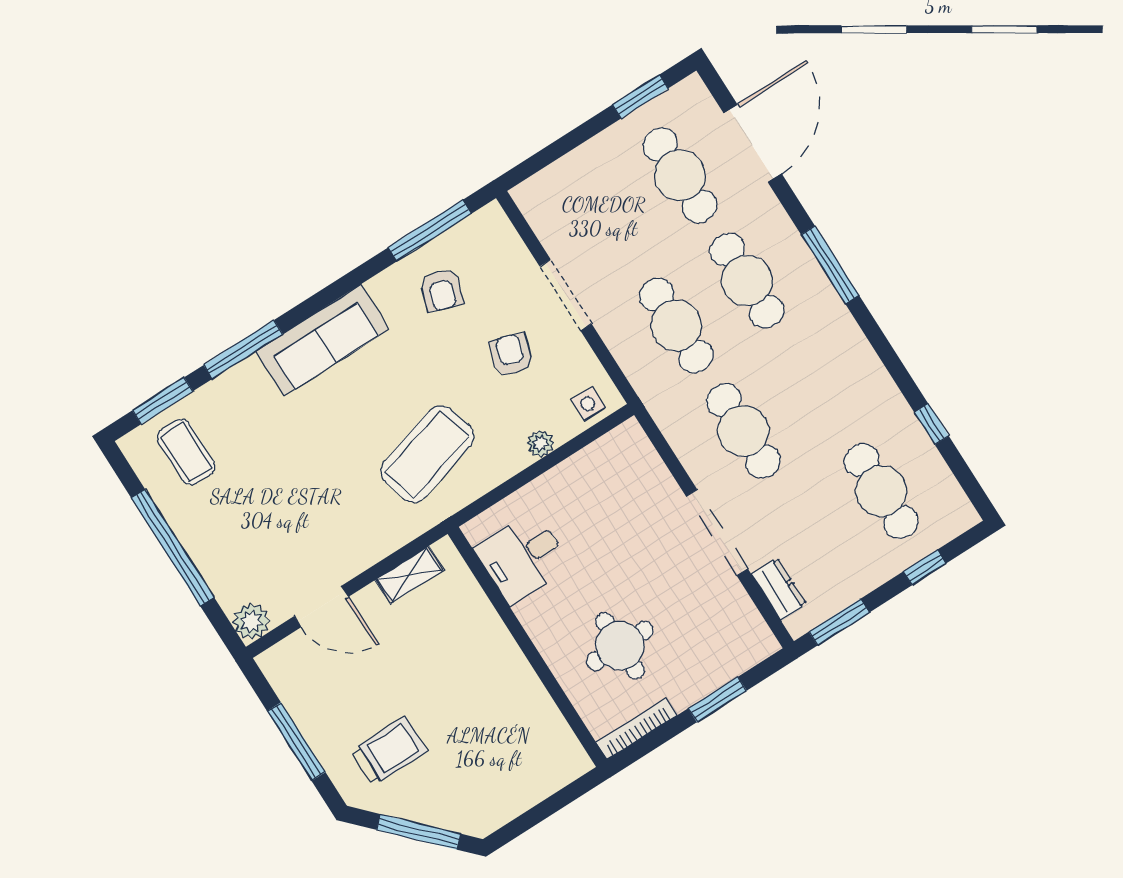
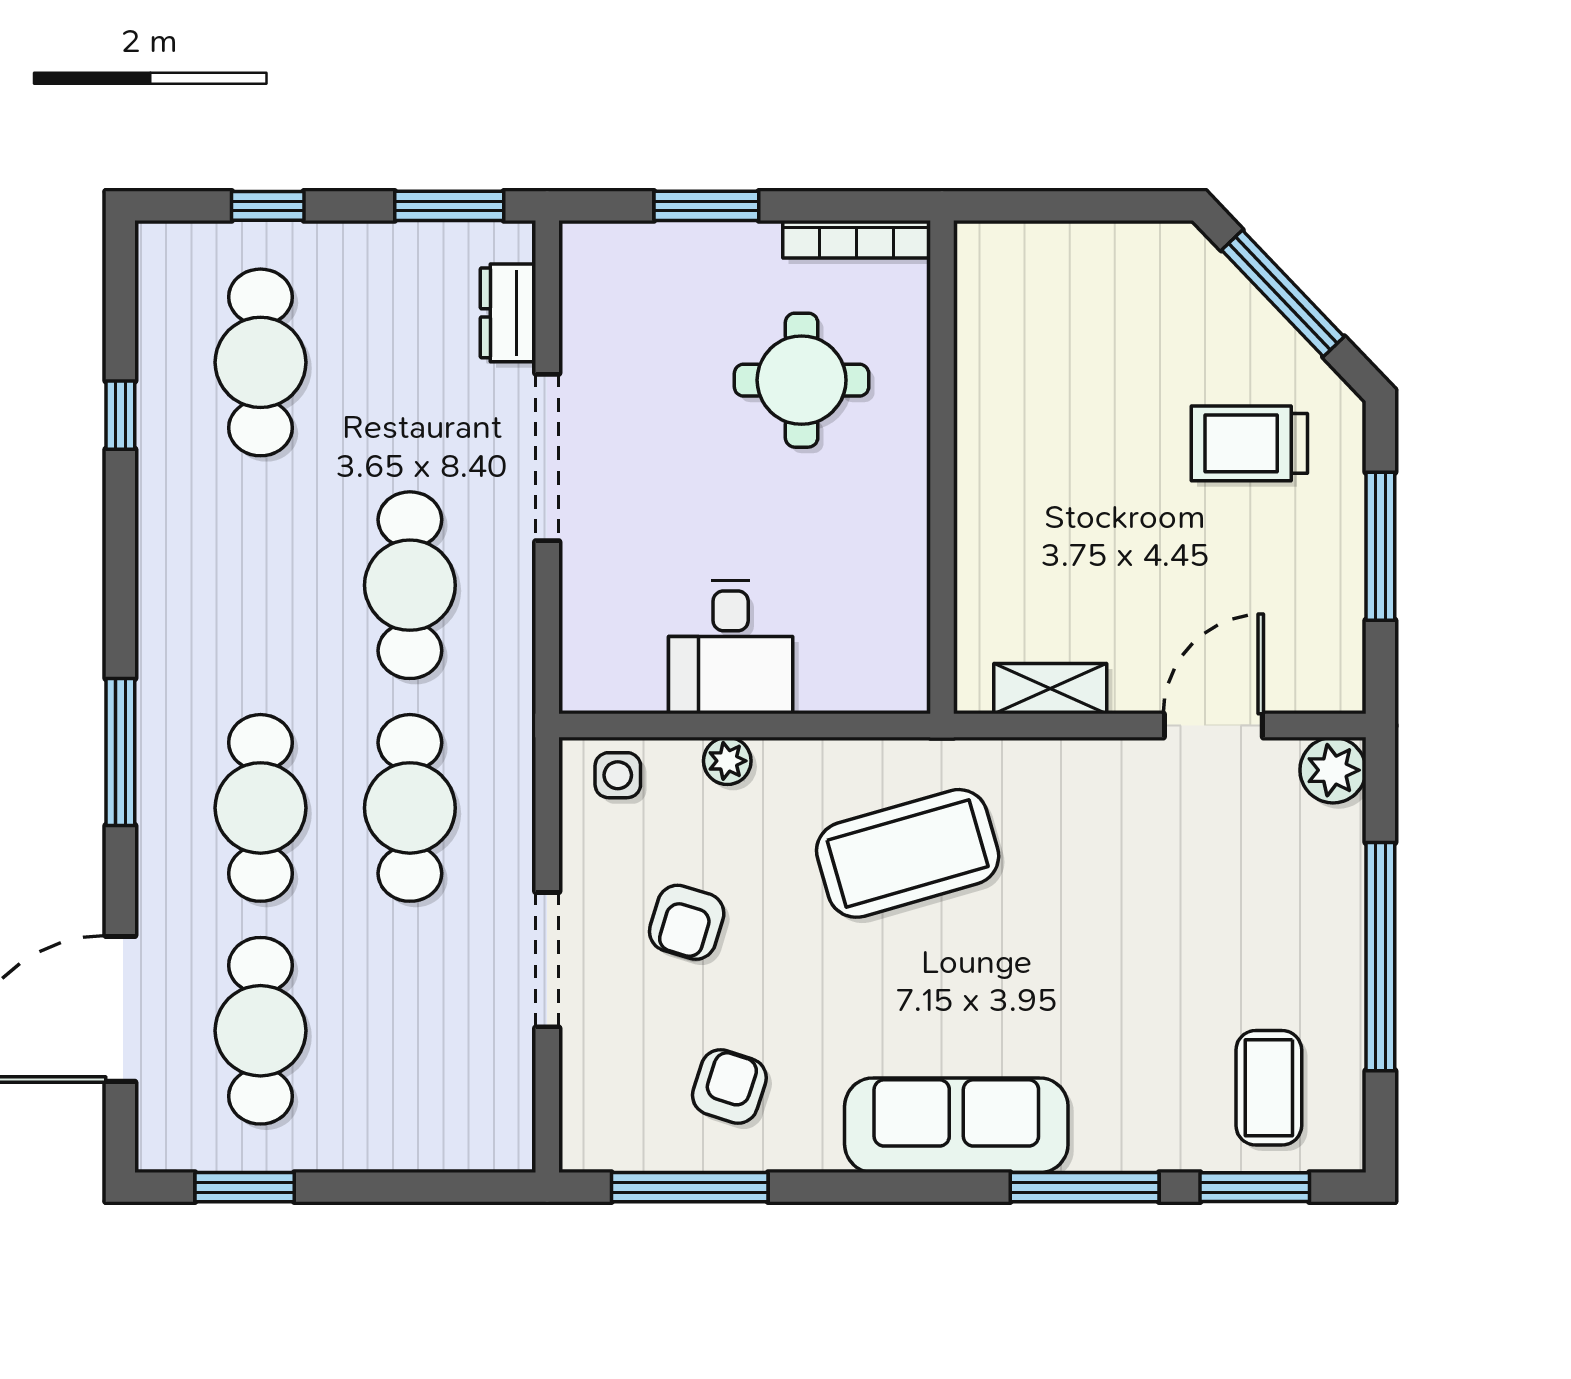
desk: (522, 557) -> (731, 647), moved, turned 90
door: (321, 607) -> (1213, 726), hinge flipped

